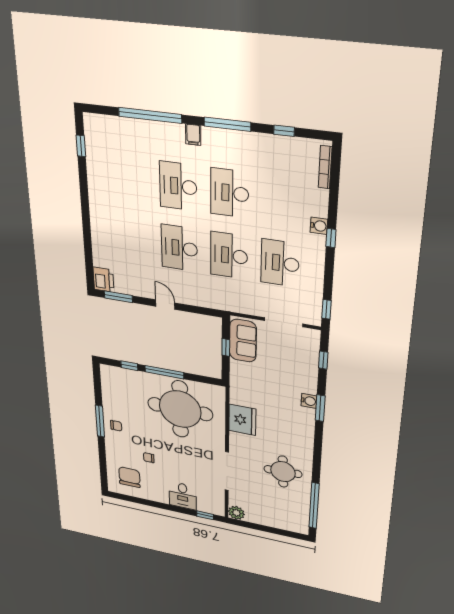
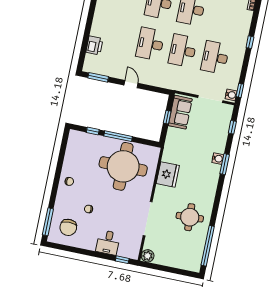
water cooler: (319, 226) -> (231, 95), moved
printer: (103, 280) -> (94, 45), moved
window: (100, 421) -> (48, 222), moved
chair: (129, 477) -> (68, 227), turned 180

